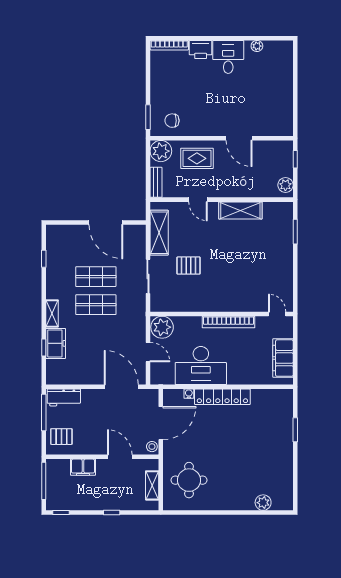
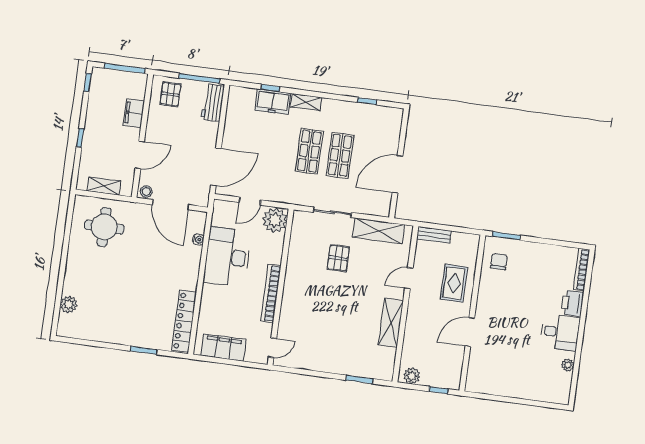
plant: (161, 151) -> (467, 245), removed
locker: (222, 397) -> (184, 321), moved

